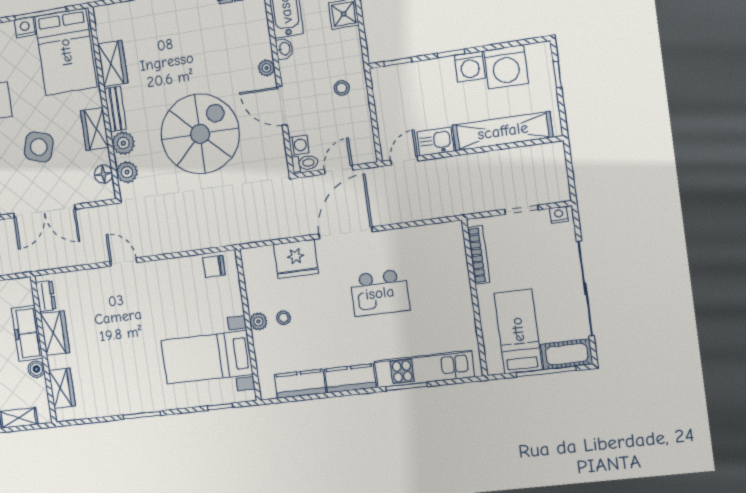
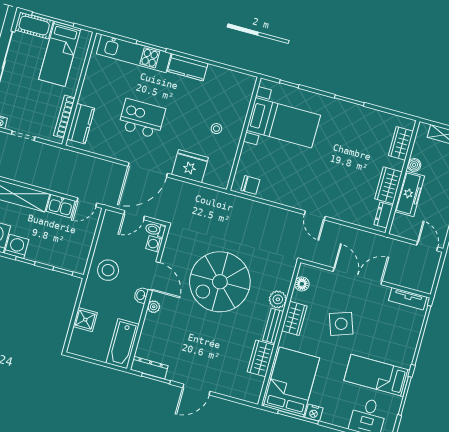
washbasin: (284, 49) -> (141, 295), moved
stool: (342, 88) -> (108, 270), width x1.89, depth x1.89
side table: (39, 147) -> (341, 324), turned -37
plant: (127, 172) -> (284, 278), removed
plant: (258, 321) -> (235, 133), removed
kitchen counter: (300, 384) -> (81, 124), moved, turned -90

